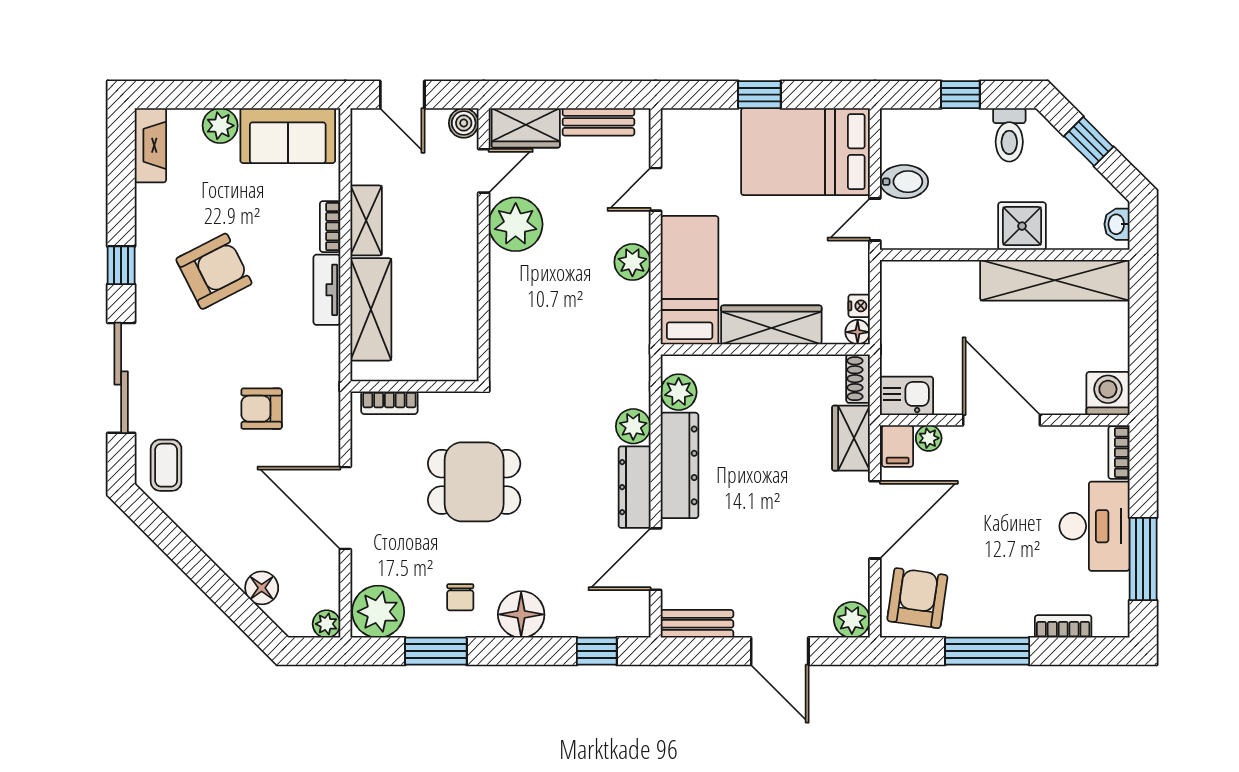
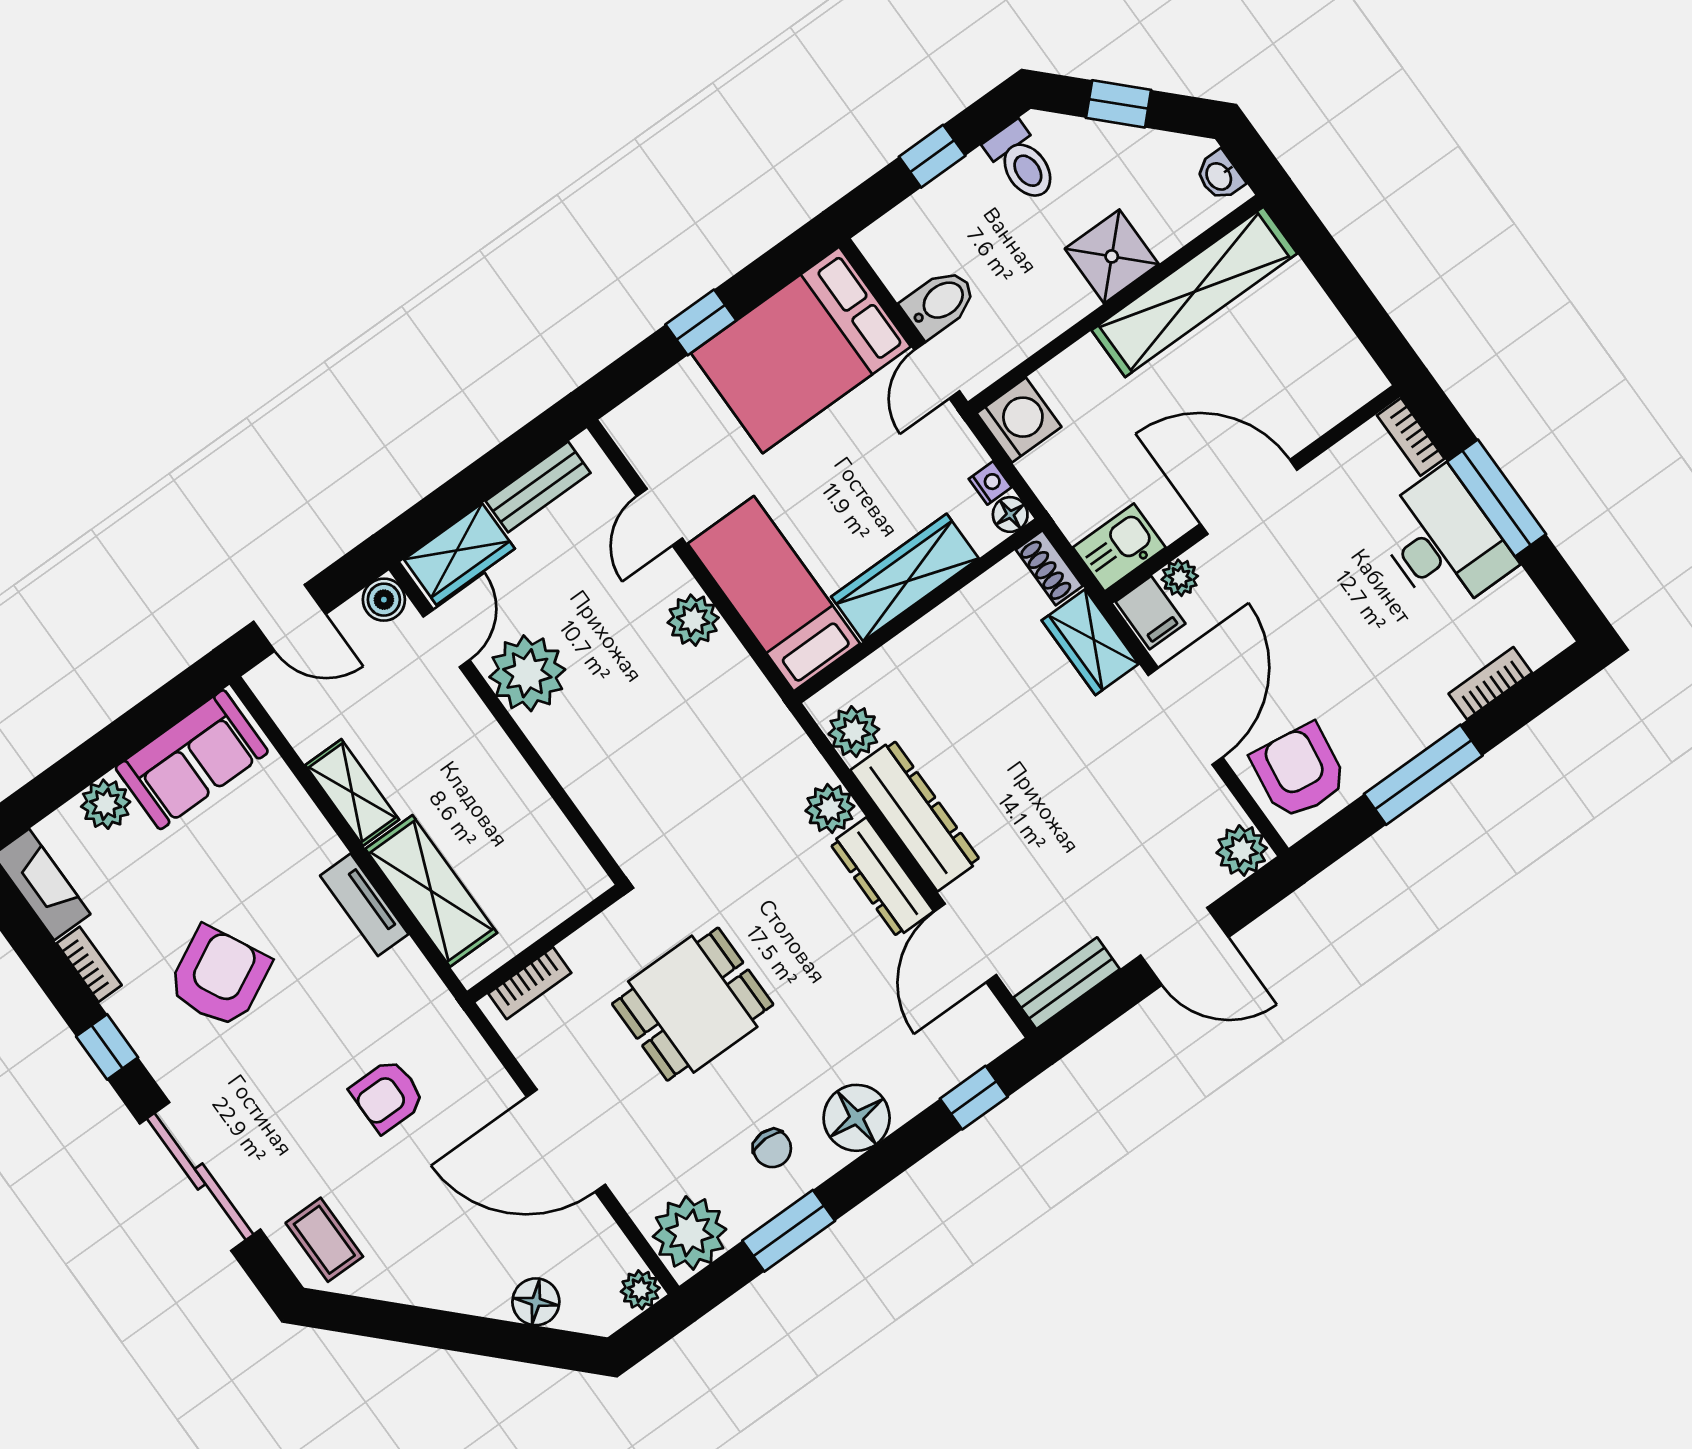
bookcase: (330, 227) -> (89, 964), moved, turned 180
washing machine: (1108, 394) -> (1019, 420), moved, turned 90
window: (1143, 559) -> (1497, 498), moved

